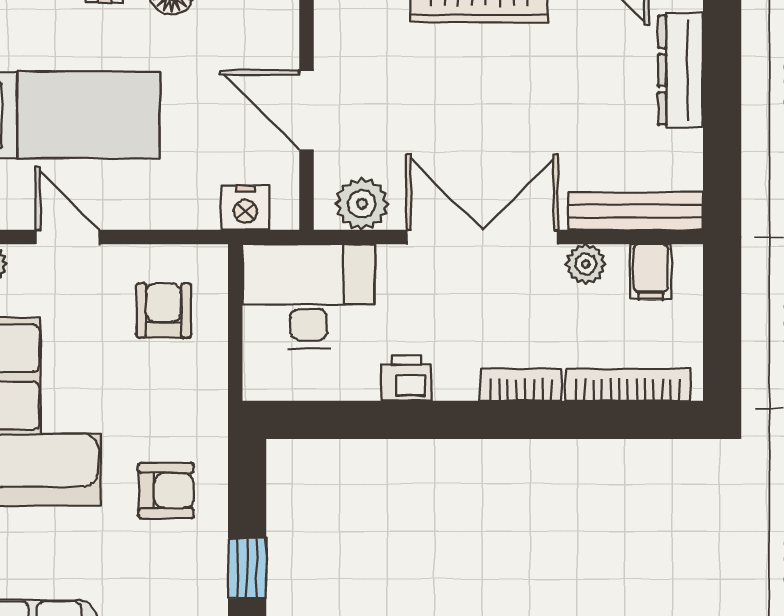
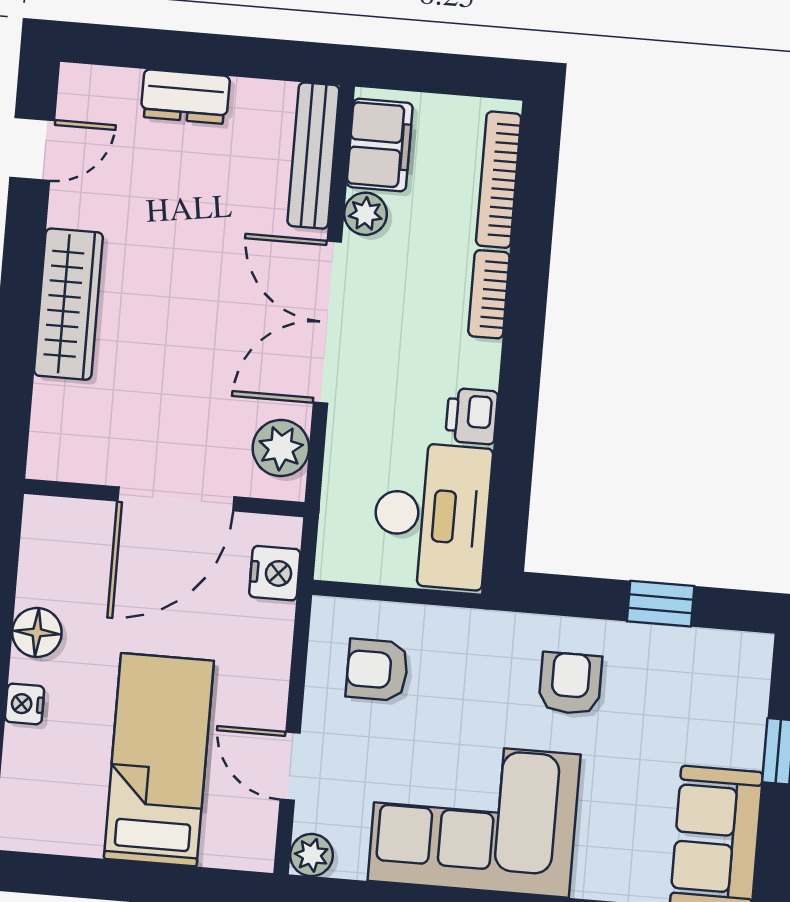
dresser: (681, 70) -> (185, 97), width x0.70
door: (307, 110) -> (176, 499), width x1.36
door: (67, 237) -> (290, 766), hinge flipped
filing cabinet: (651, 272) -> (380, 145), width x2.00
desk: (309, 296) -> (432, 515), moved, turned 180

